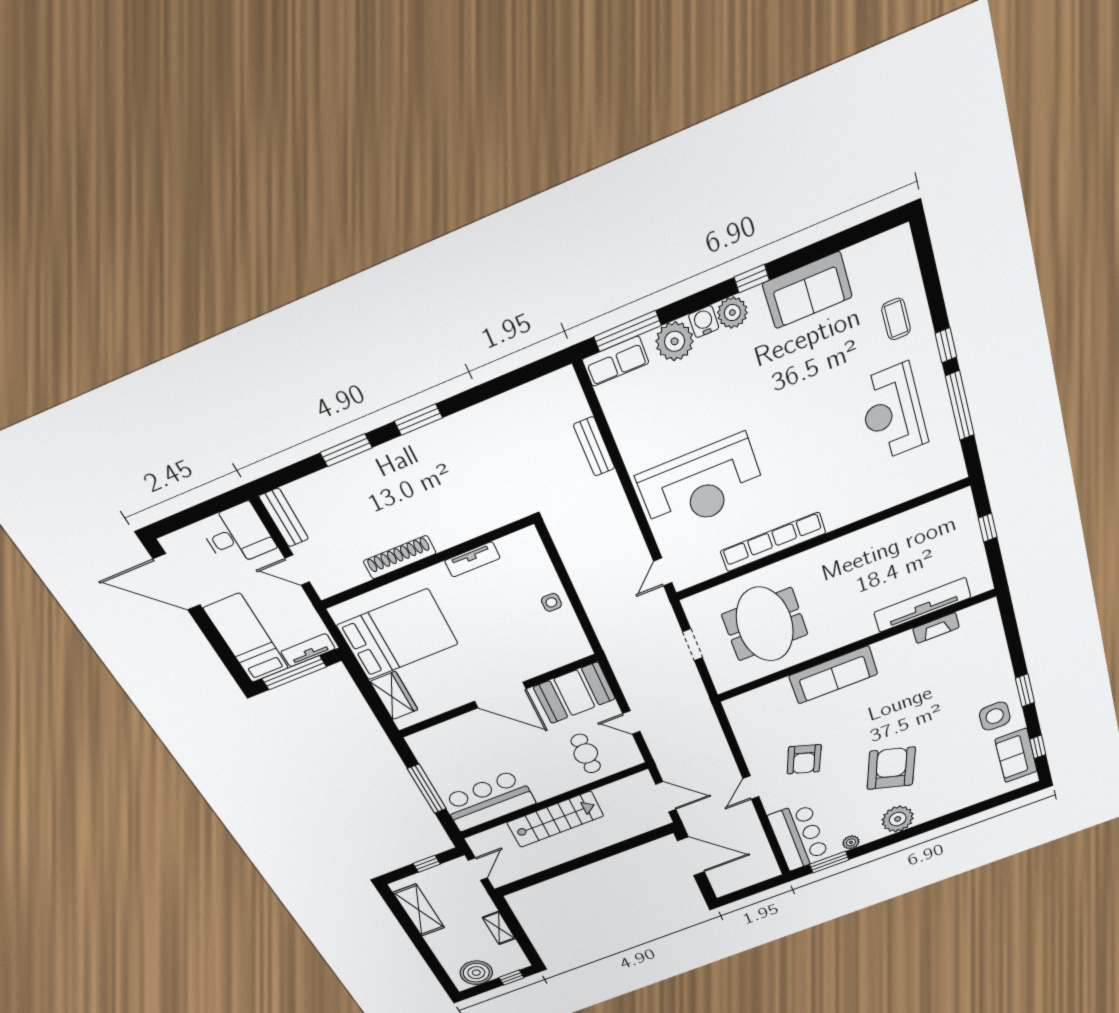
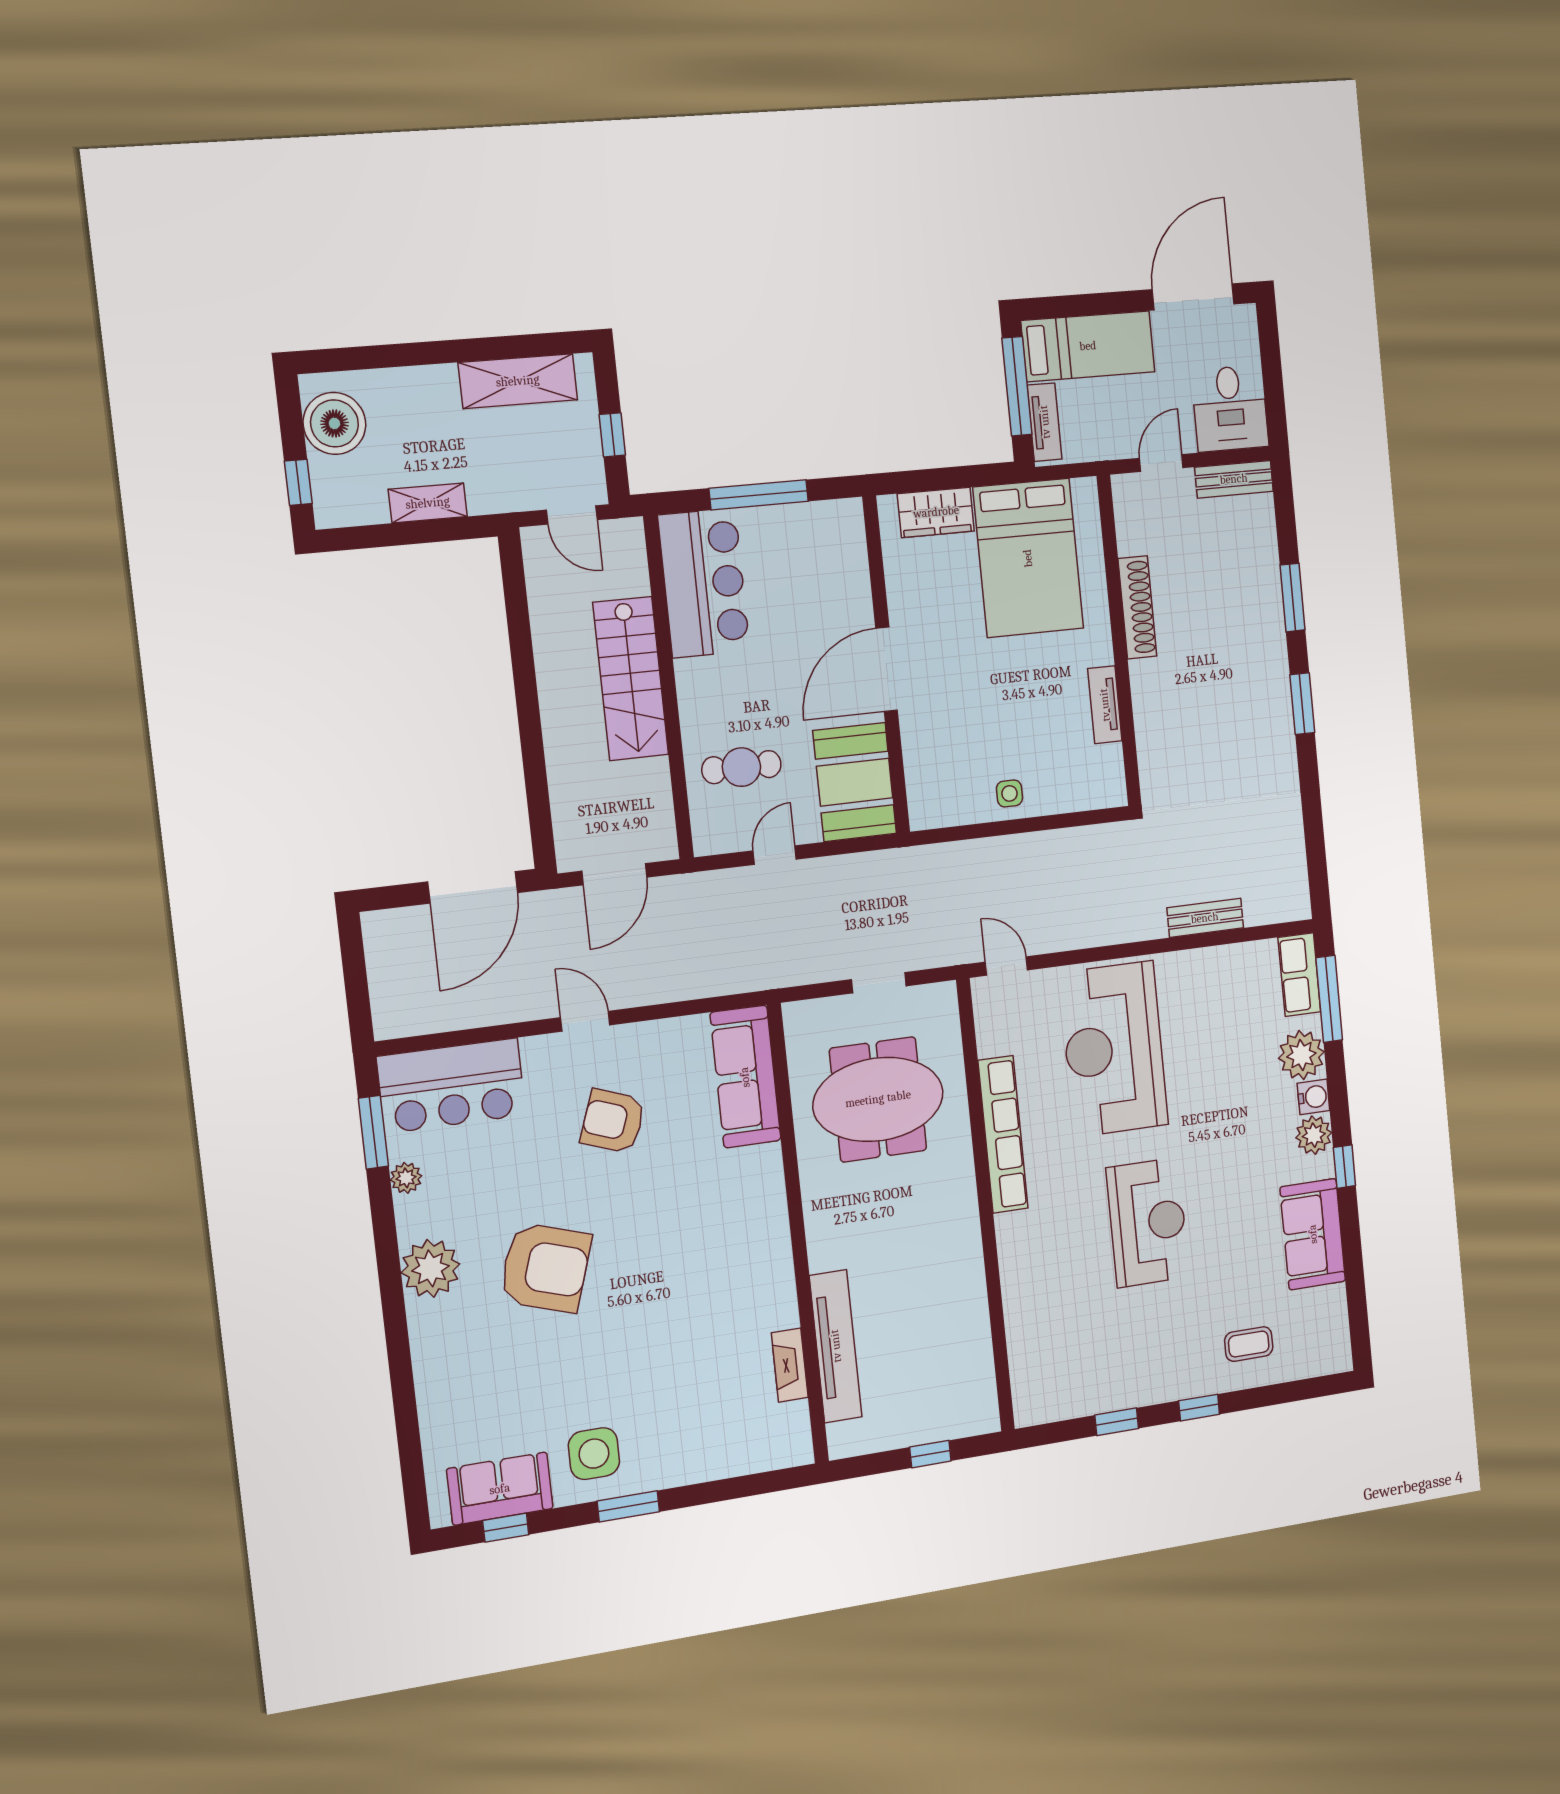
window: (960, 406) -> (1117, 1422), width x0.46
reception desk: (892, 412) -> (1148, 1222), moved, turned 90
sofa: (833, 675) -> (745, 1077), moved

